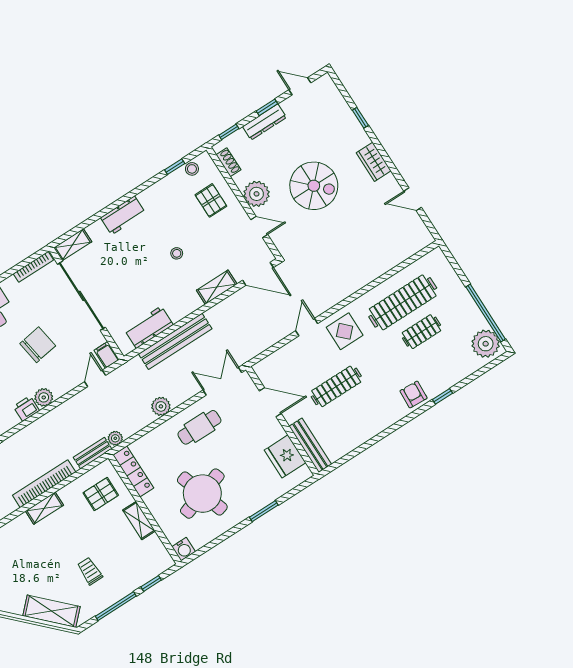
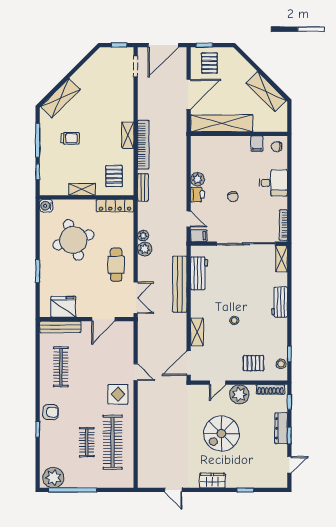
shoe rack: (228, 162) -> (270, 390), width x1.43
door: (413, 199) -> (173, 490), swing flipped
chair: (38, 345) -> (233, 197), width x0.54, depth x0.54
clothes rail: (336, 386) -> (61, 367), moved
printer: (26, 409) -> (197, 195), moved
plant: (115, 438) -> (143, 236), moved

